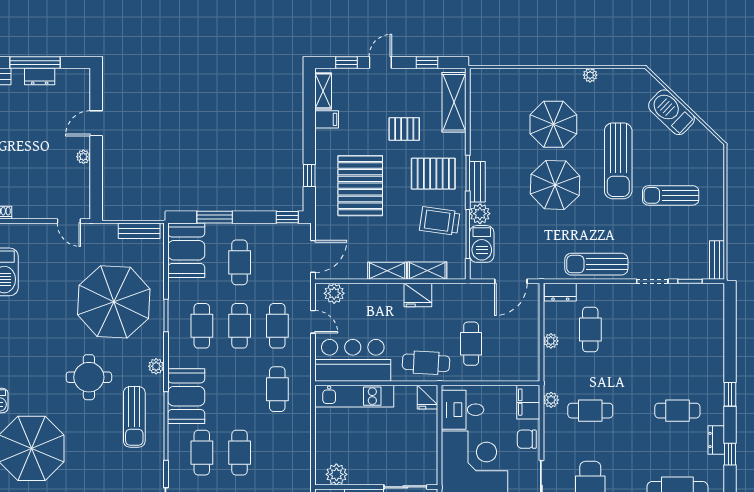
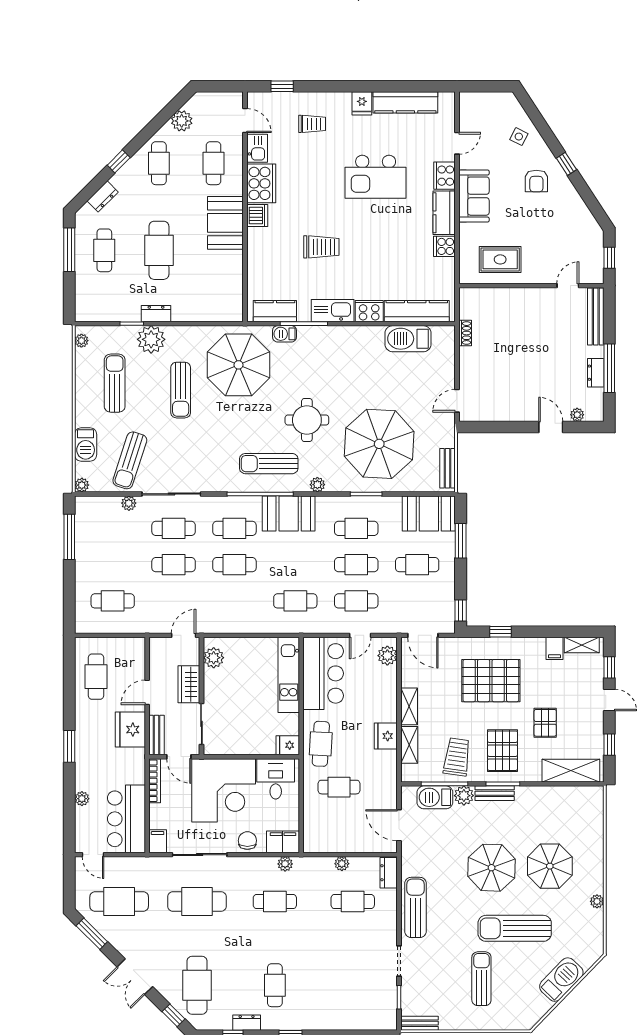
plant: (83, 157) -> (577, 415), moved
cafe table: (590, 411) -> (275, 902), turned 90

